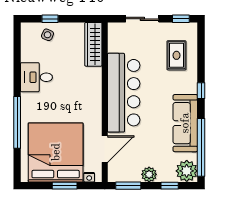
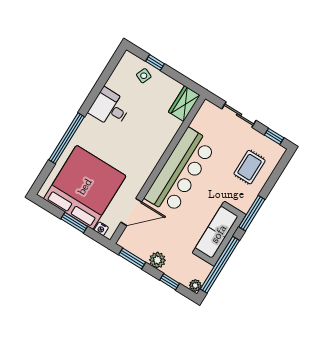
wardrobe: (93, 44) -> (184, 104), width x0.67
window: (201, 91) -> (252, 213), width x2.17
plant: (187, 171) -> (195, 285), width x0.53, depth x0.53

